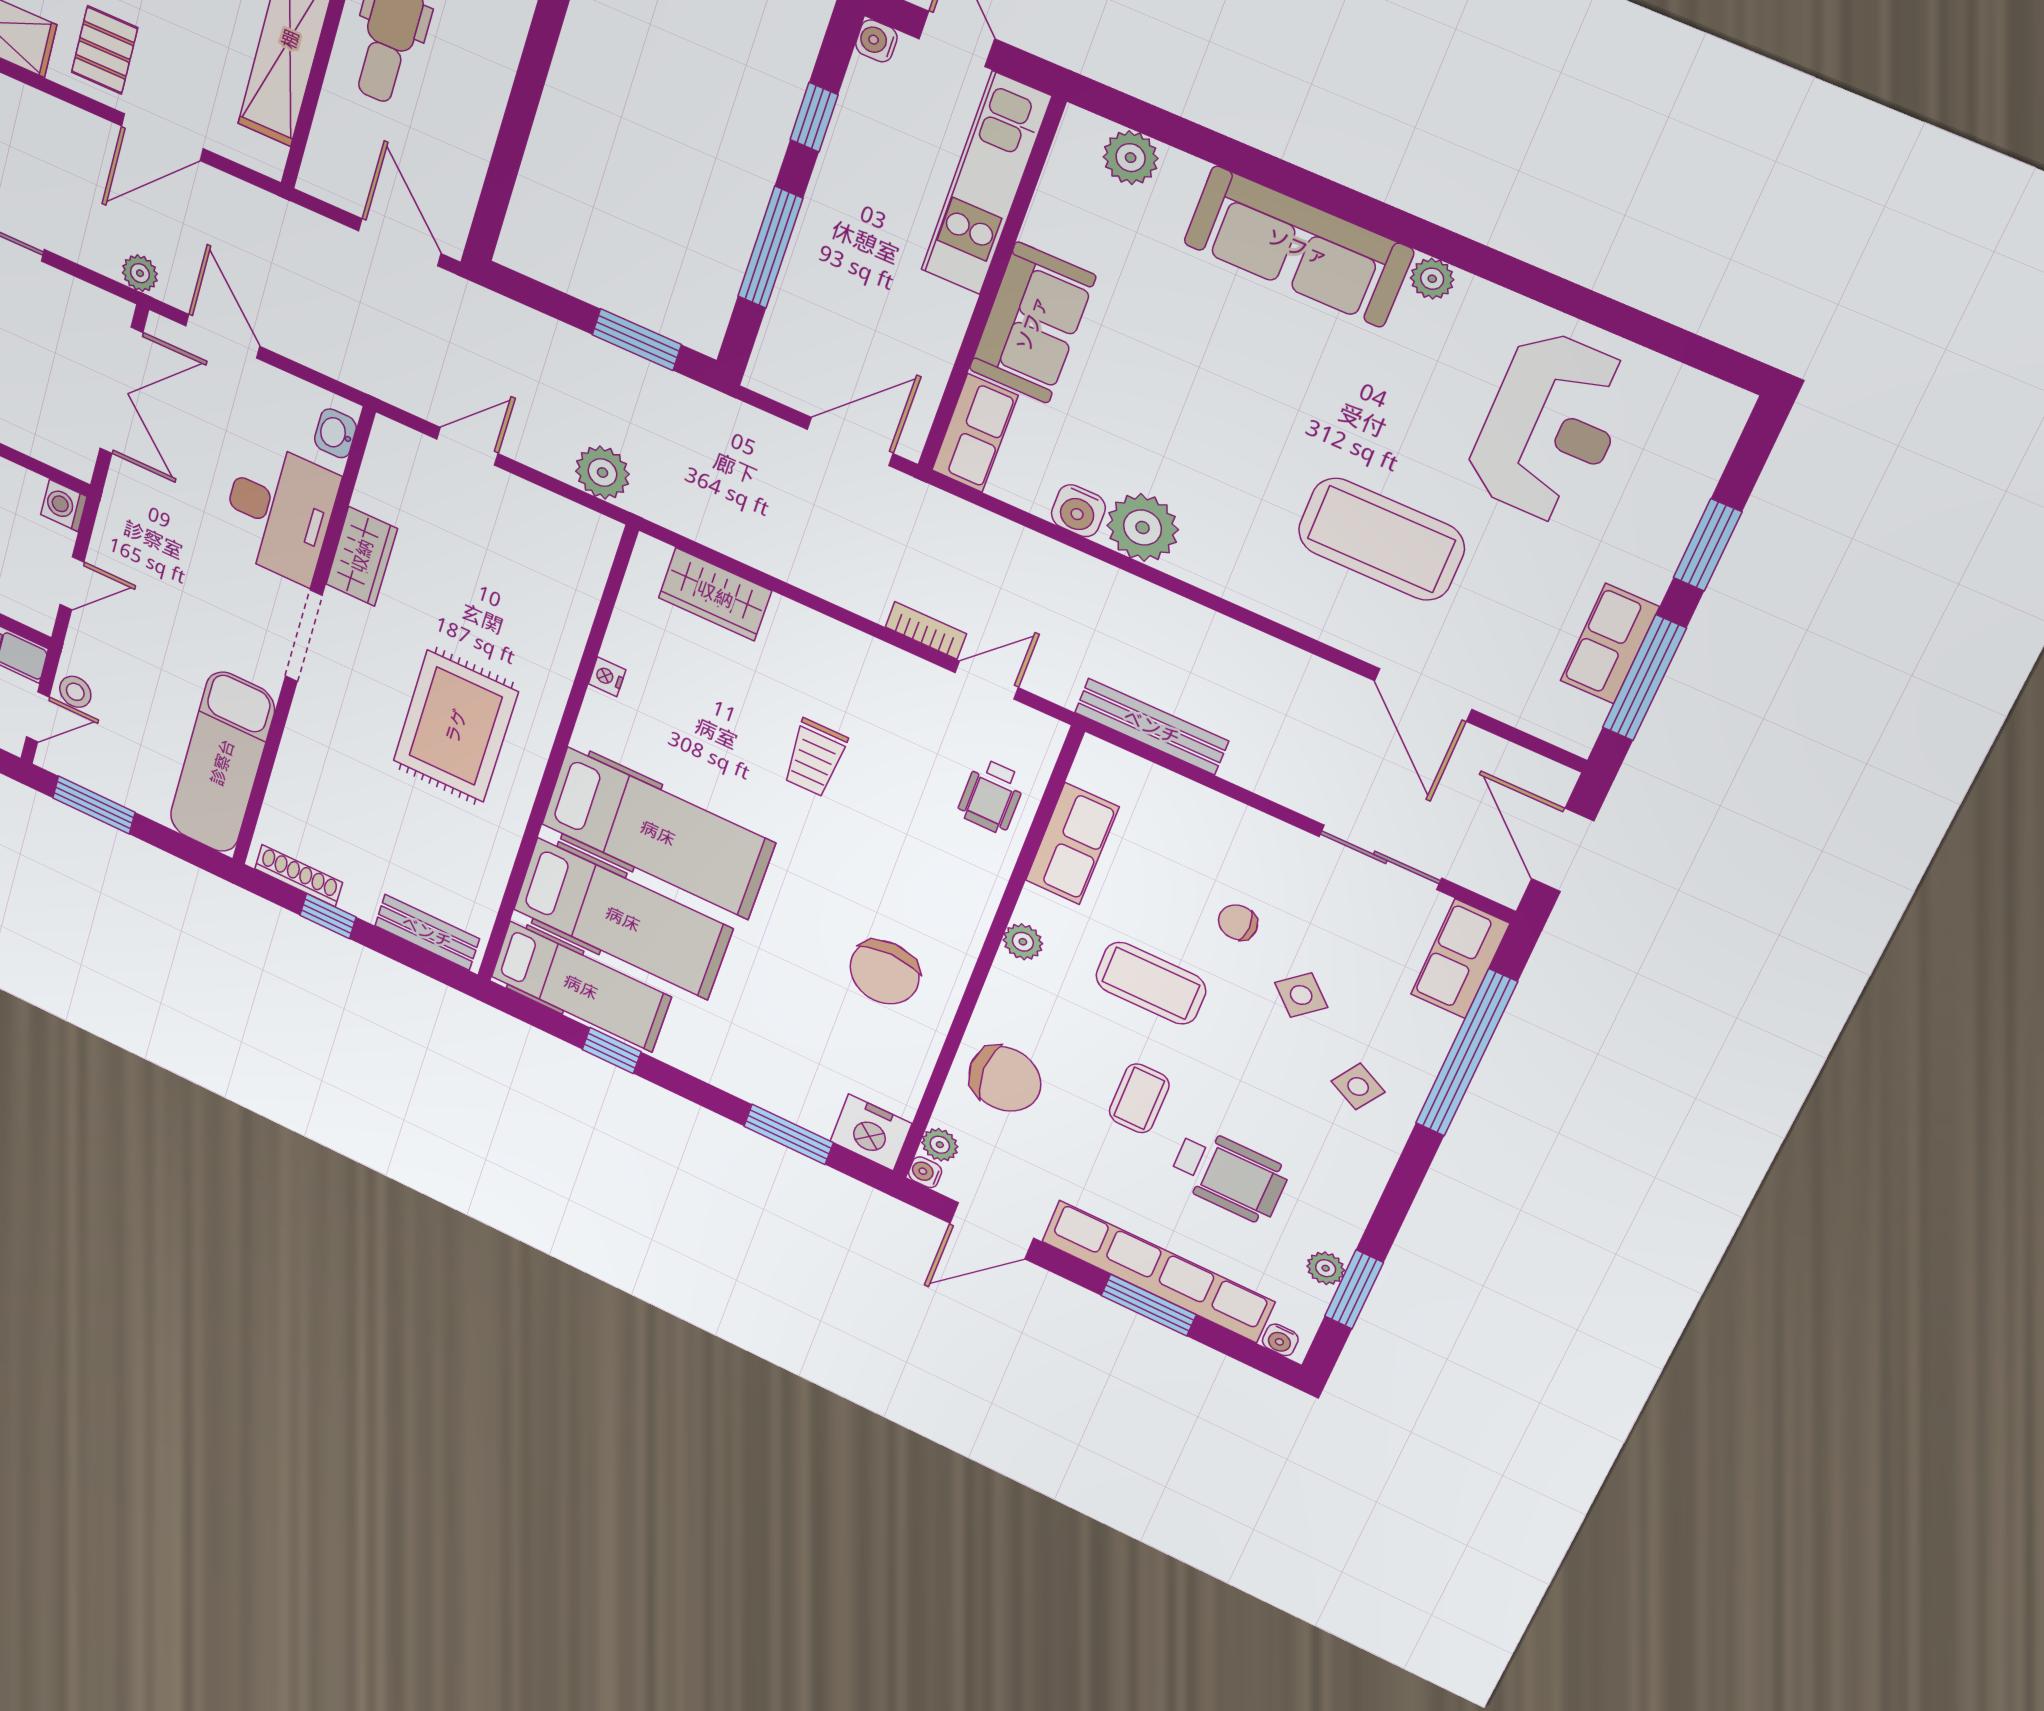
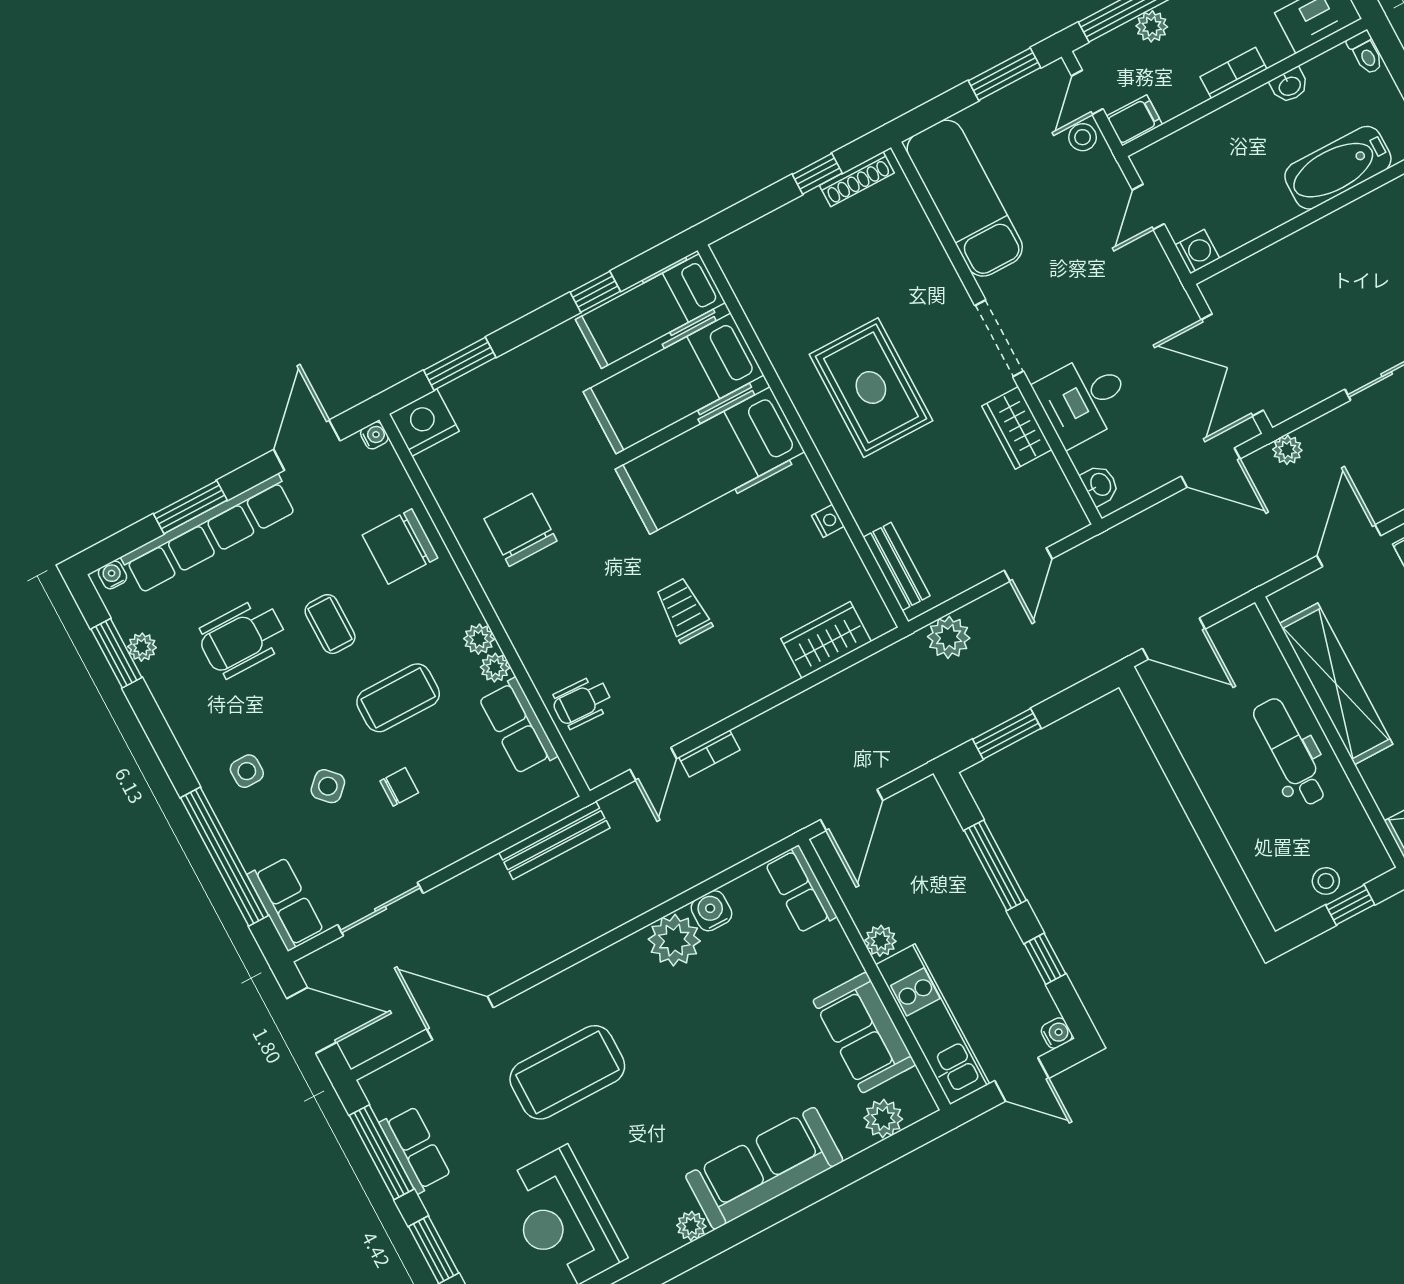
plant: (951, 308) -> (881, 941), added
sofa: (1032, 323) -> (864, 1033), moved
desk: (279, 511) -> (1084, 399), width x0.73
wheelchair: (991, 796) -> (582, 702), turned -88
bench: (427, 932) -> (896, 566), moved, turned 90
side table: (1358, 1087) -> (247, 771), turned -30
plant: (940, 1145) -> (495, 668), moved

